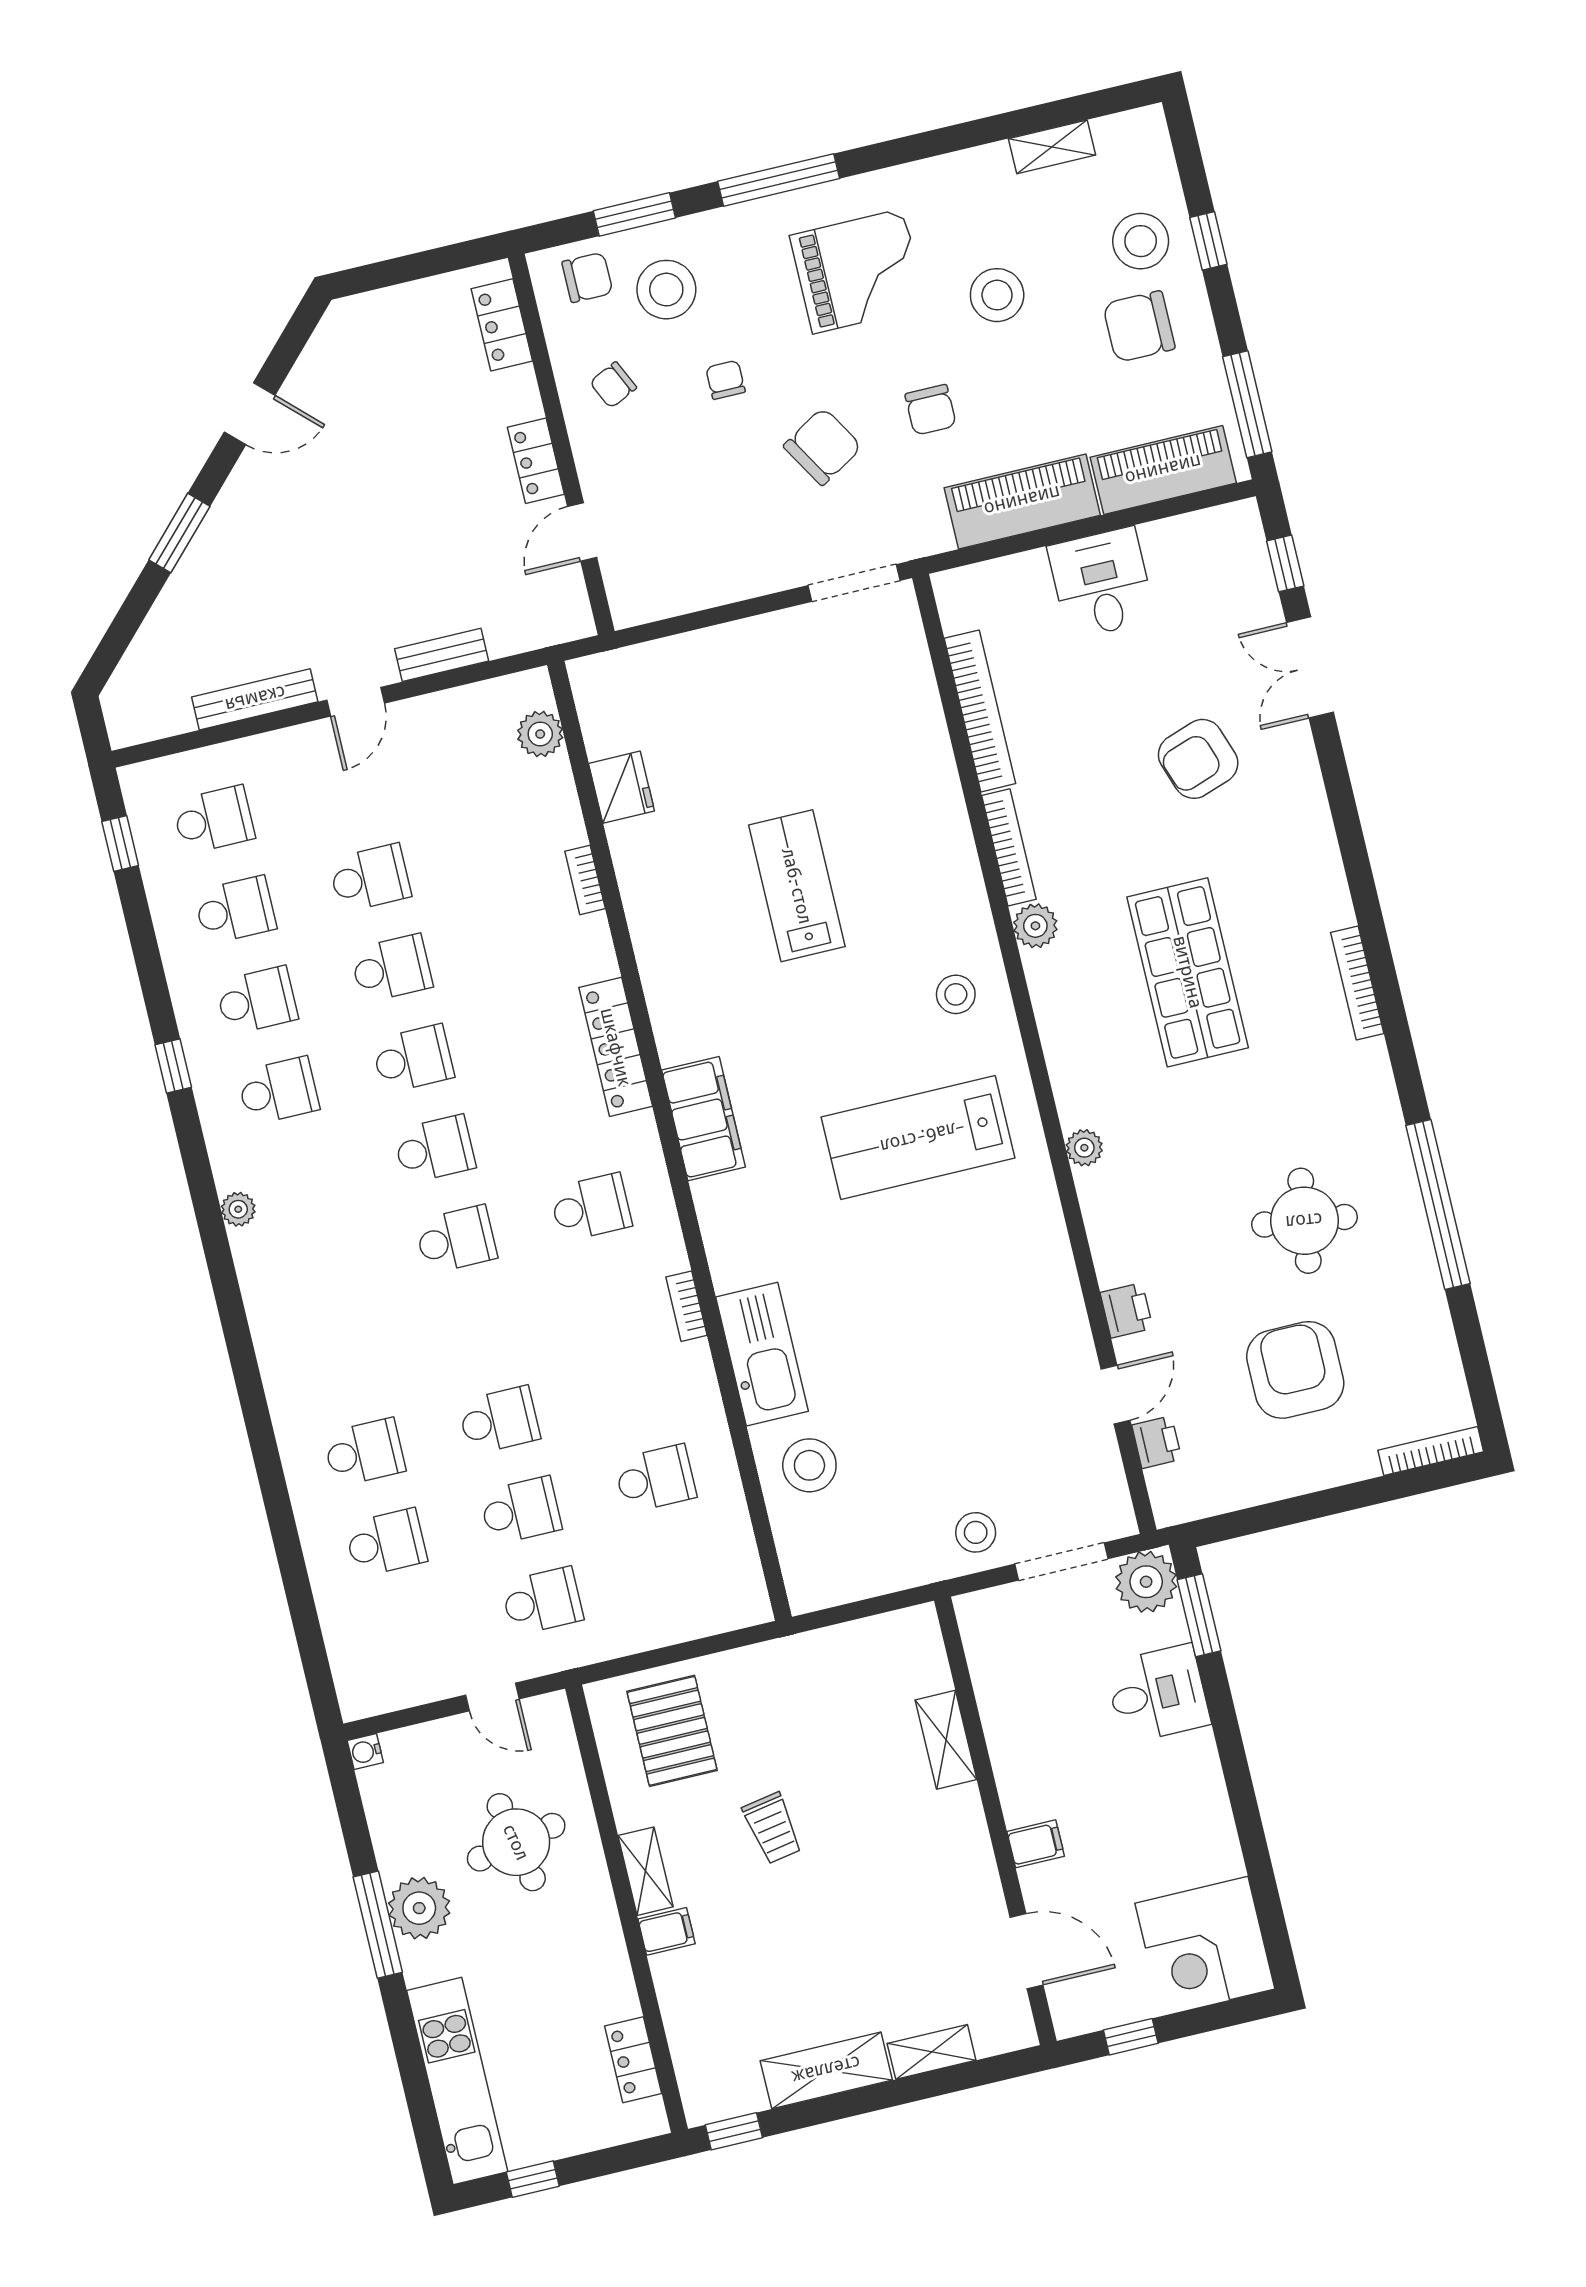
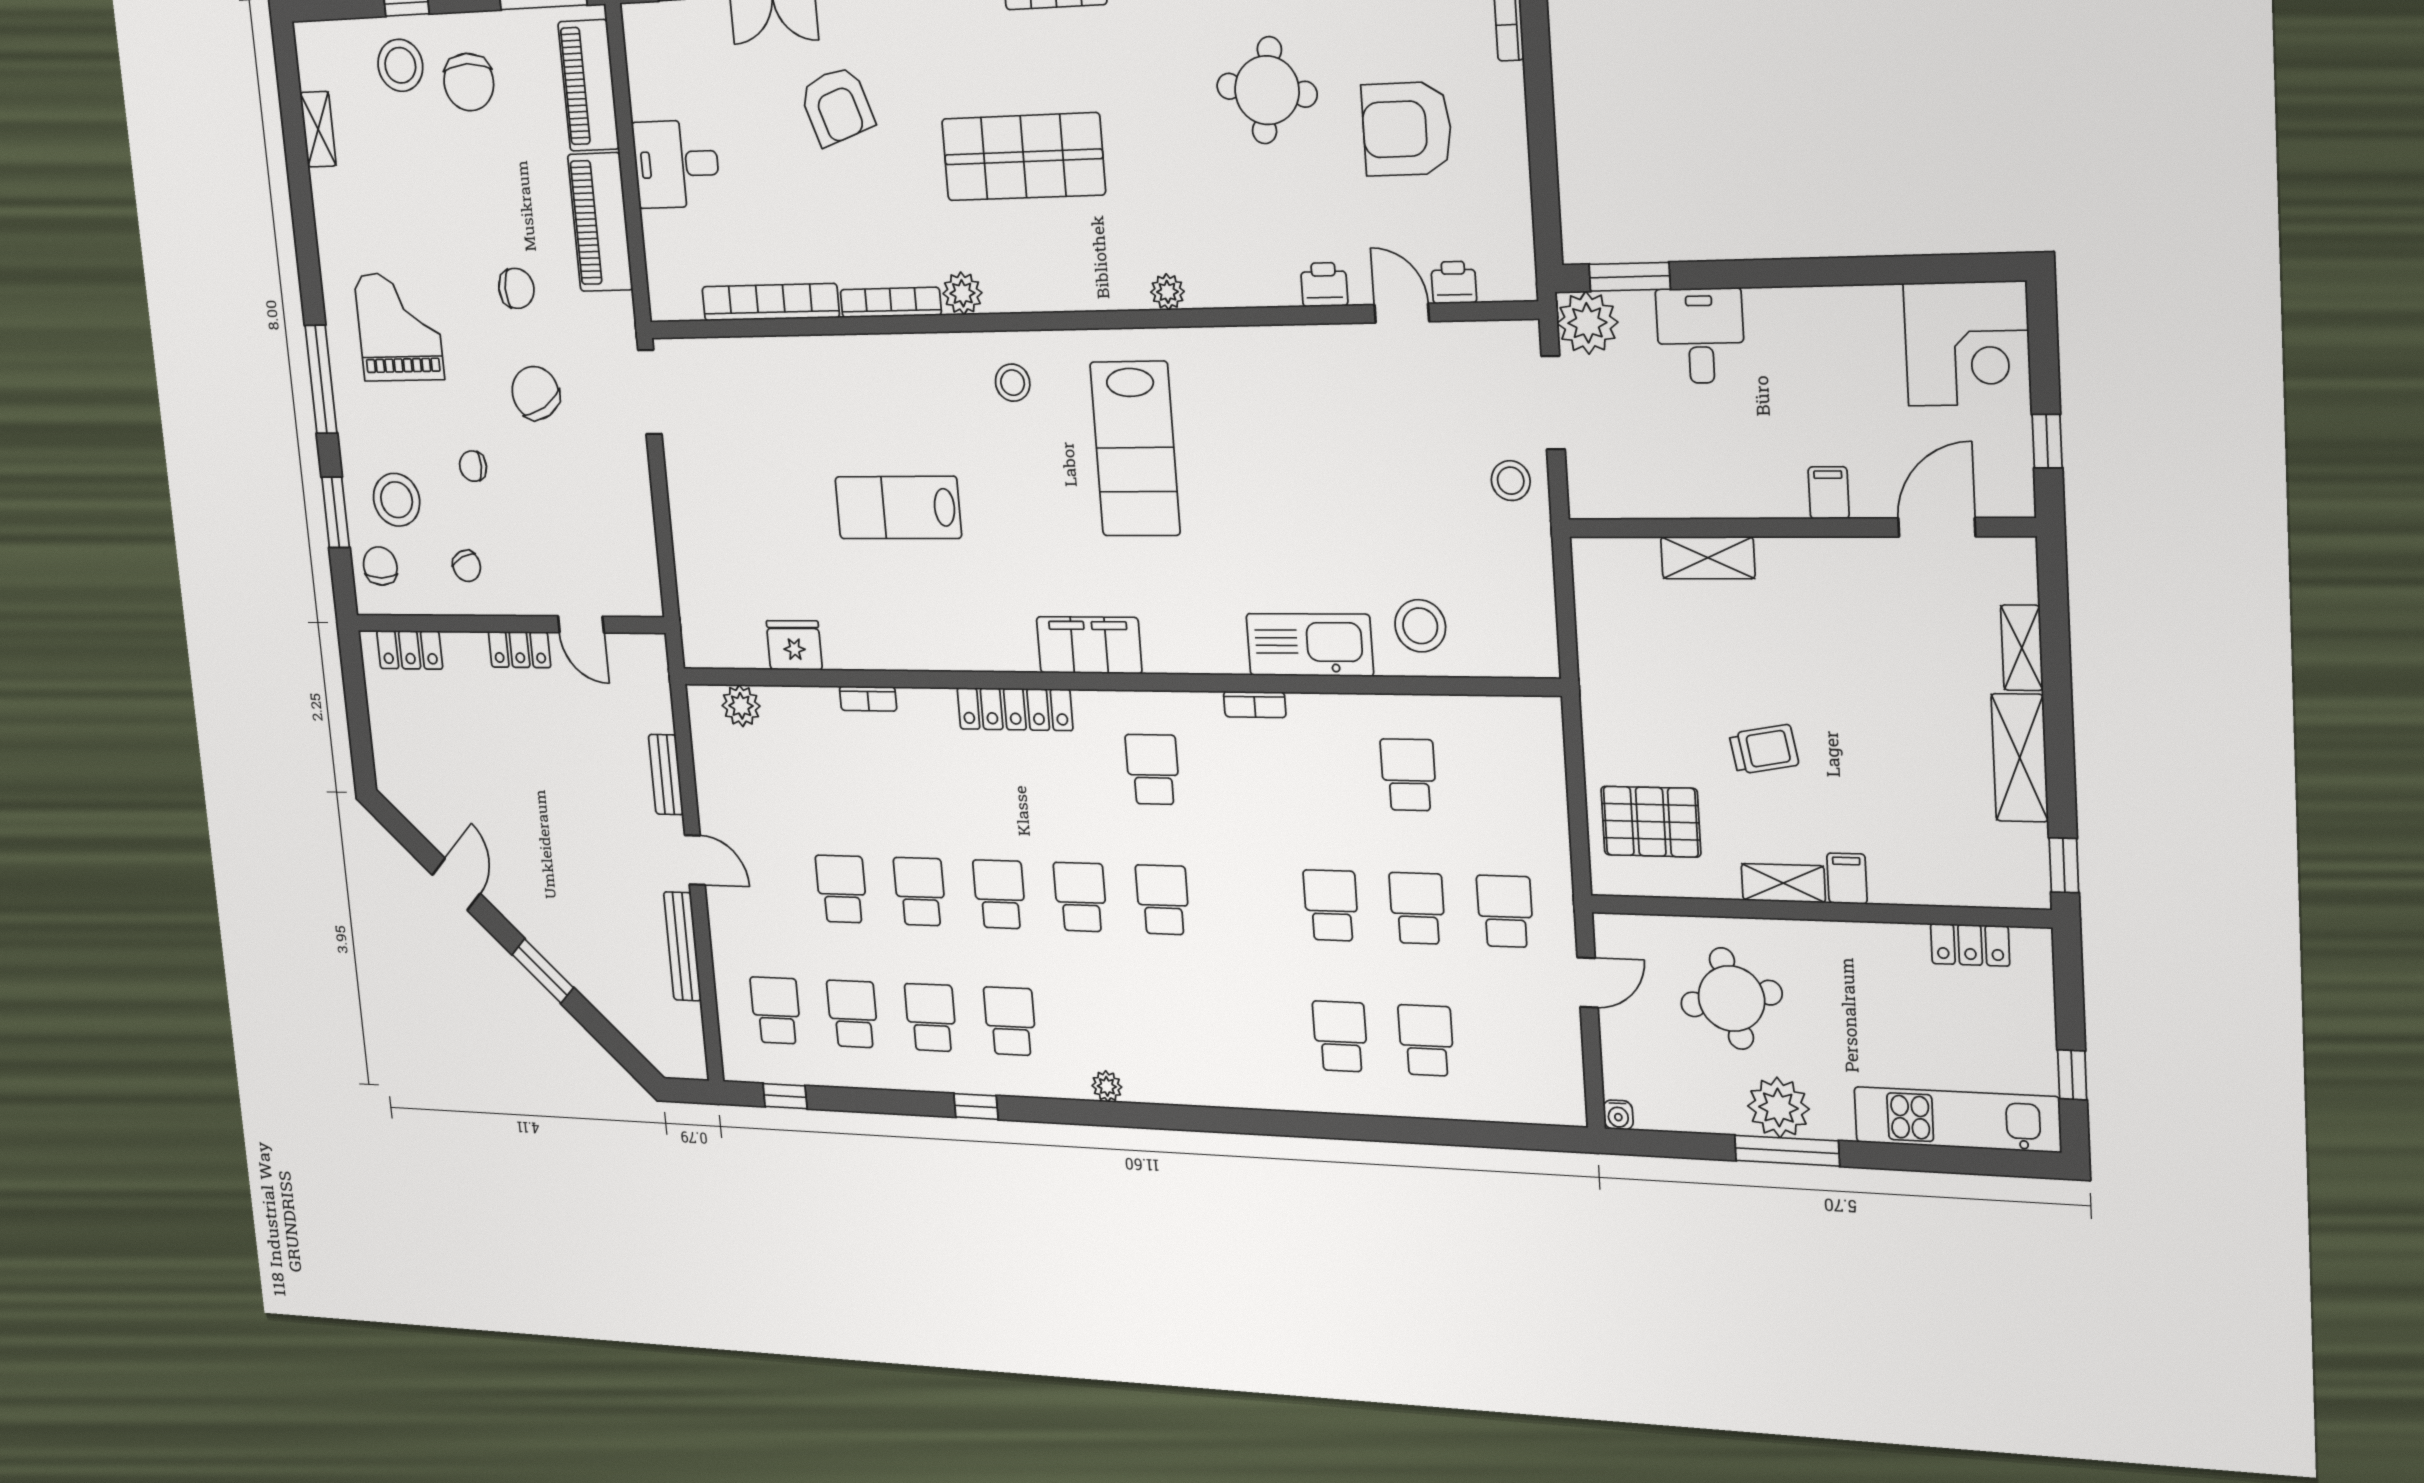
stool: (997, 295) -> (430, 206), removed

